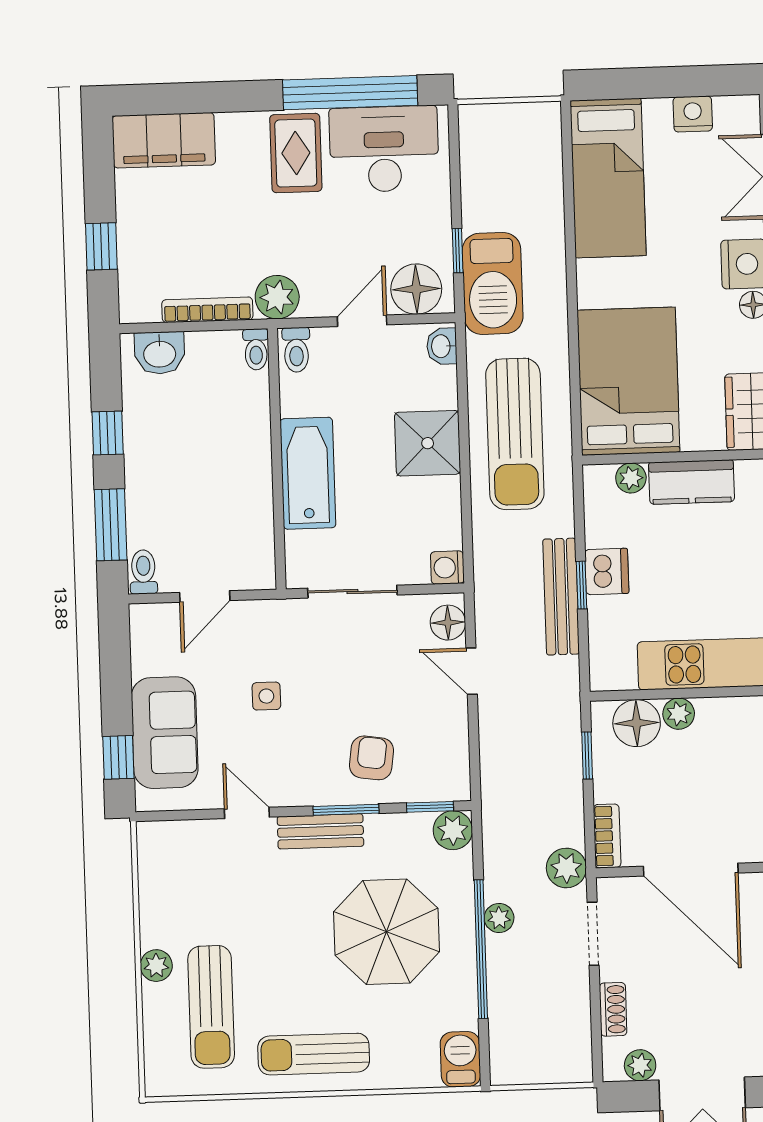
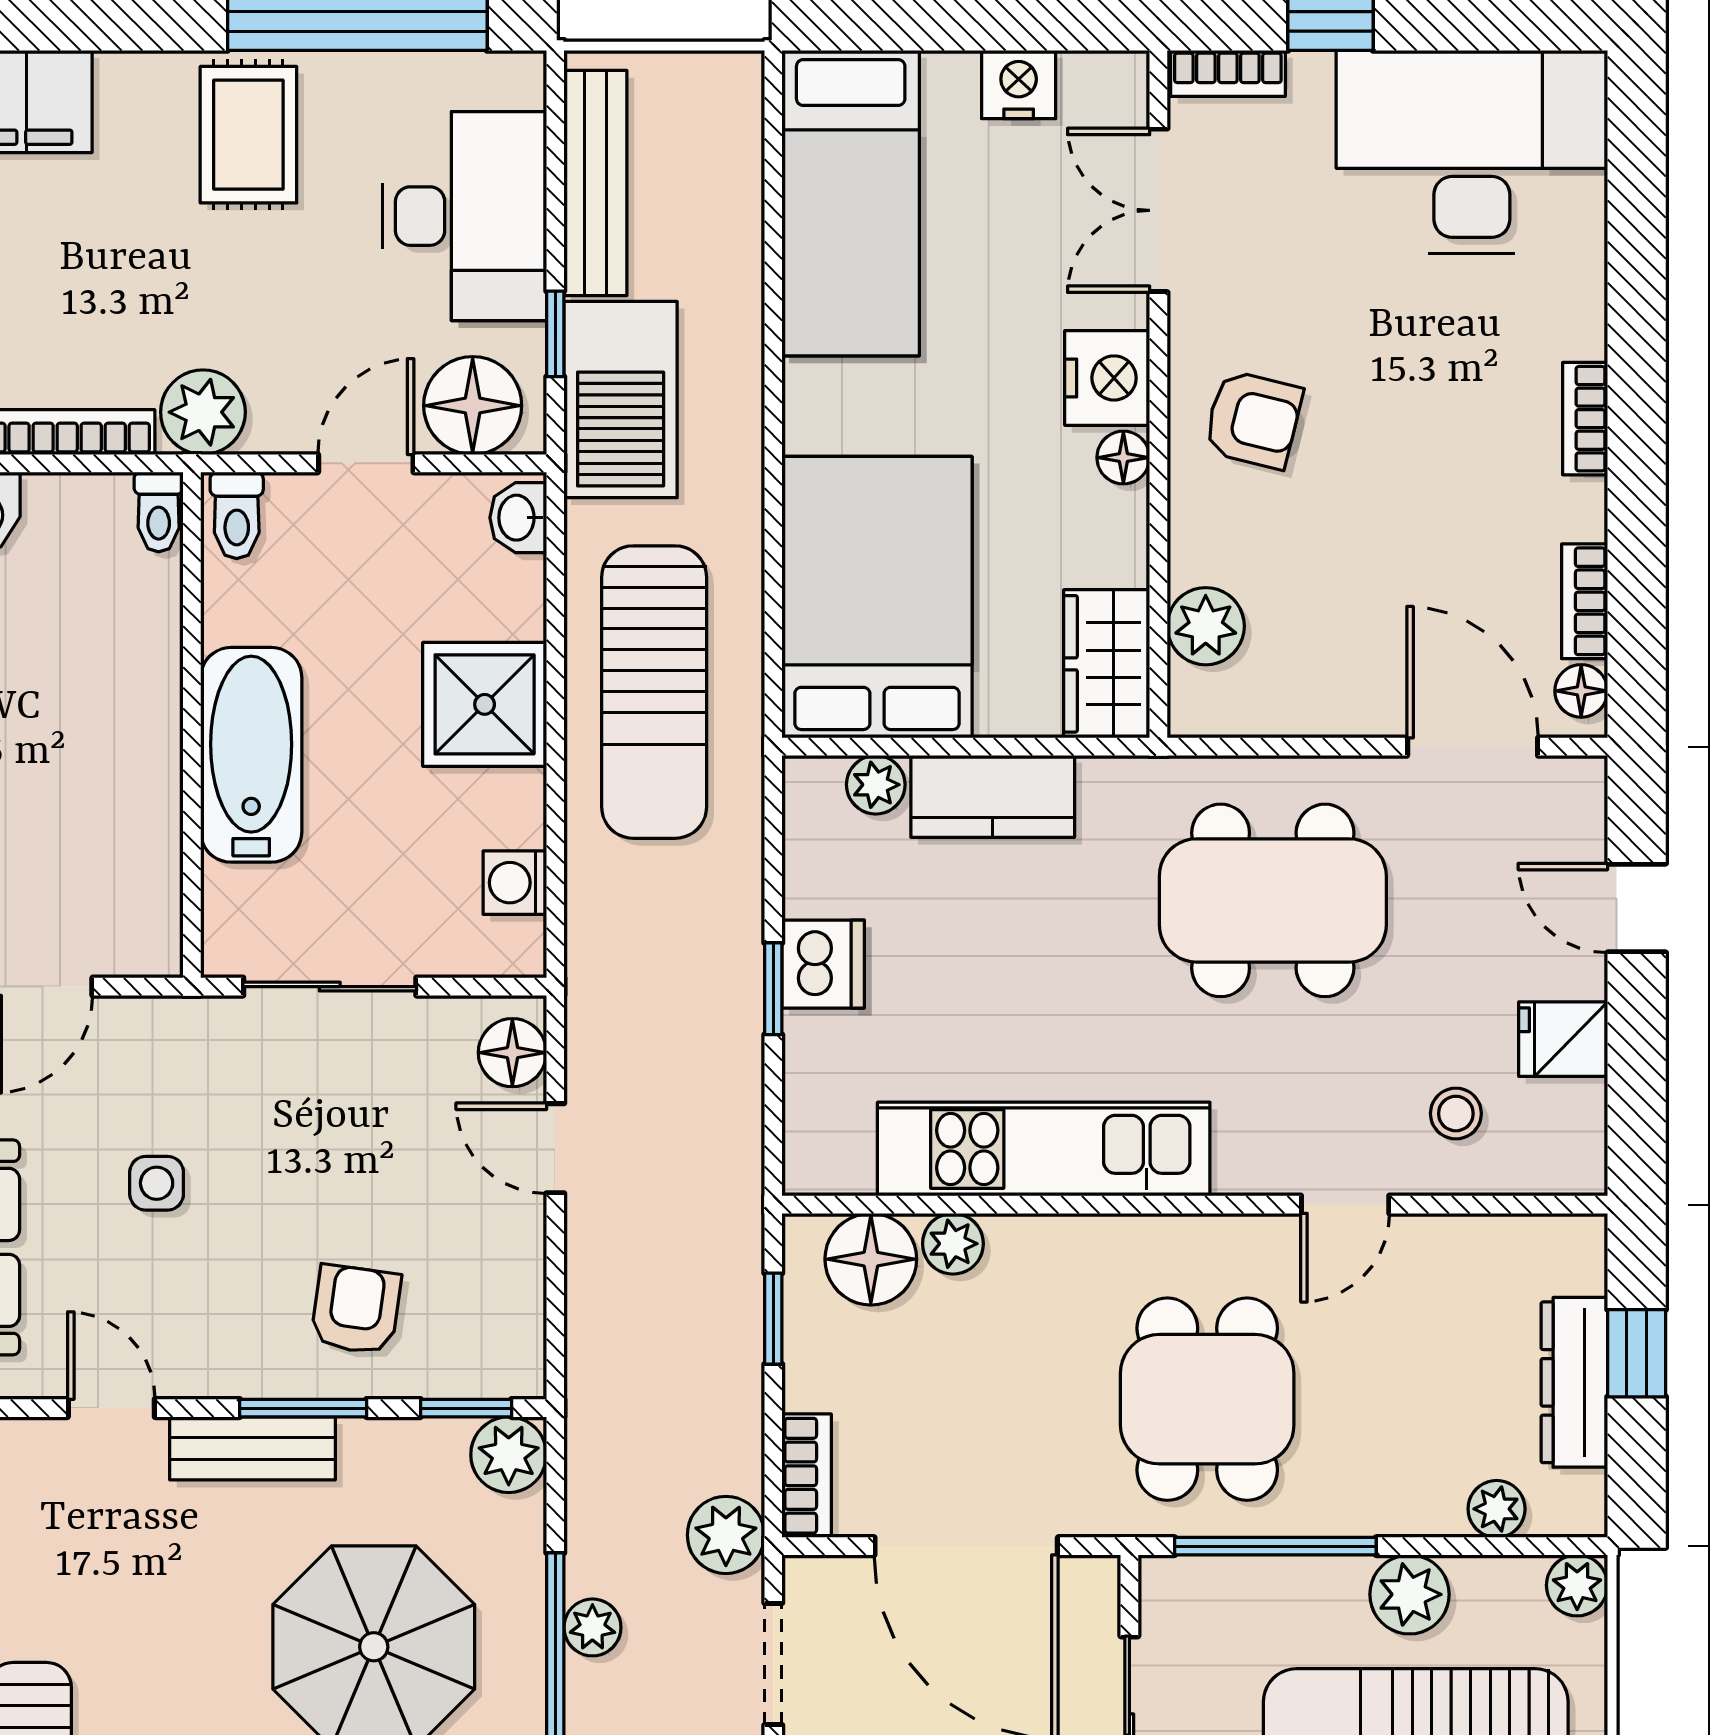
desk: (384, 149) -> (464, 216), moved, turned 90
washing machine: (447, 568) -> (515, 883), moved
bench: (561, 597) -> (595, 183), moved

